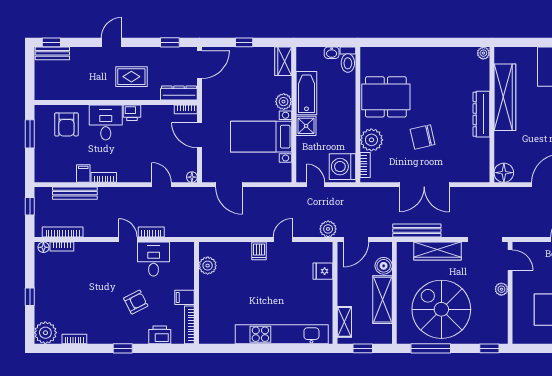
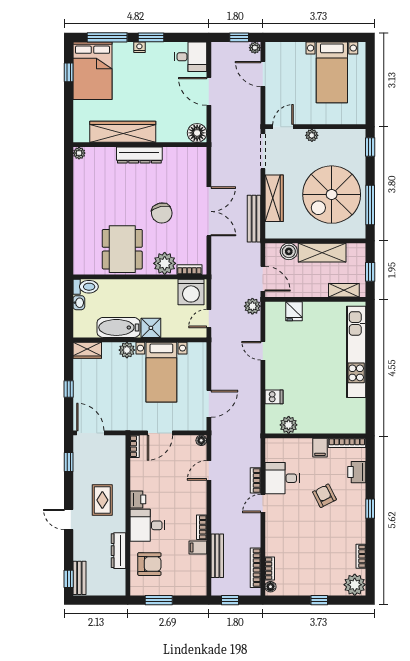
dresser: (179, 93) -> (118, 551), moved
dishwasher: (259, 251) -> (274, 397), moved

